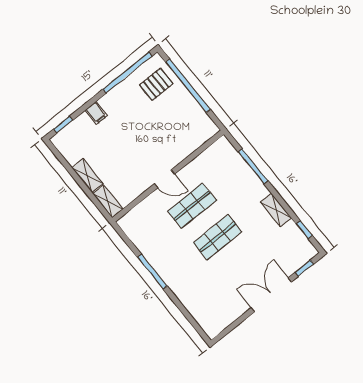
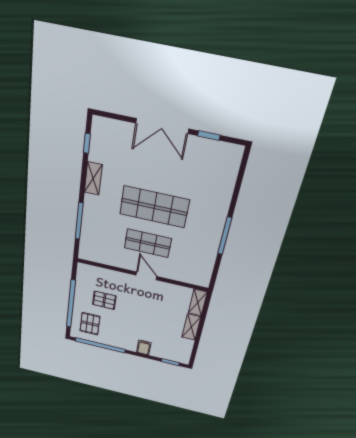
pallet: (156, 84) -> (90, 324), turned 90
pallet: (169, 120) -> (104, 300), added
shop shelf: (217, 237) -> (154, 207), width x1.43, depth x1.36
window: (304, 268) -> (209, 136), moved

